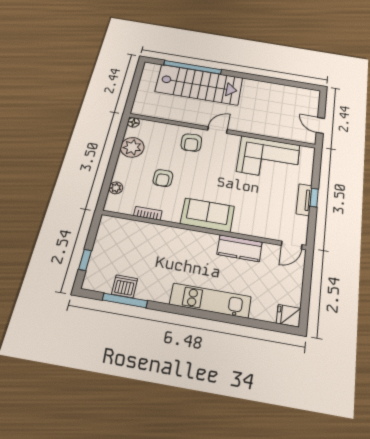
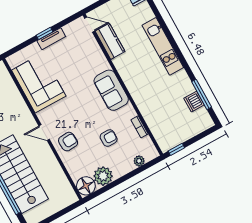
floor lamp: (133, 122) -> (86, 186), width x1.89, depth x1.89
kitchen counter: (240, 248) -> (110, 41), moved
window: (85, 260) -> (176, 149), moved

